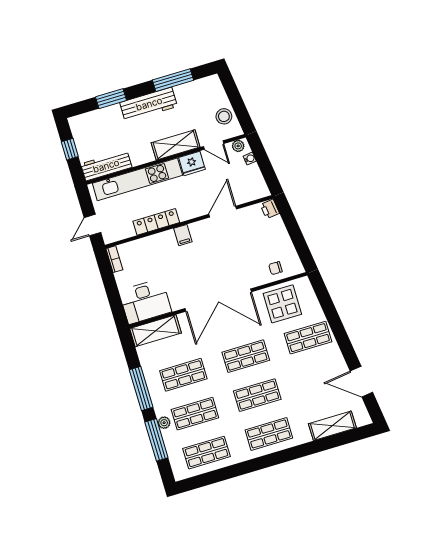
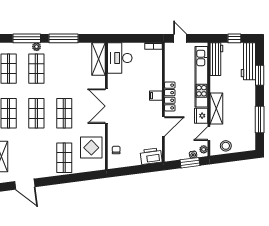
workbench: (149, 104) -> (248, 61), moved
window: (262, 160) -> (190, 163), added
printer: (270, 209) -> (151, 156), width x1.87, depth x1.48
door: (223, 212) -> (163, 126), hinge flipped
locker: (156, 222) -> (170, 96), moved
double door: (218, 300) -> (106, 106), width x0.73
shop shelf: (183, 375) -> (64, 69), removed
door: (361, 382) -> (25, 184), swing flipped

